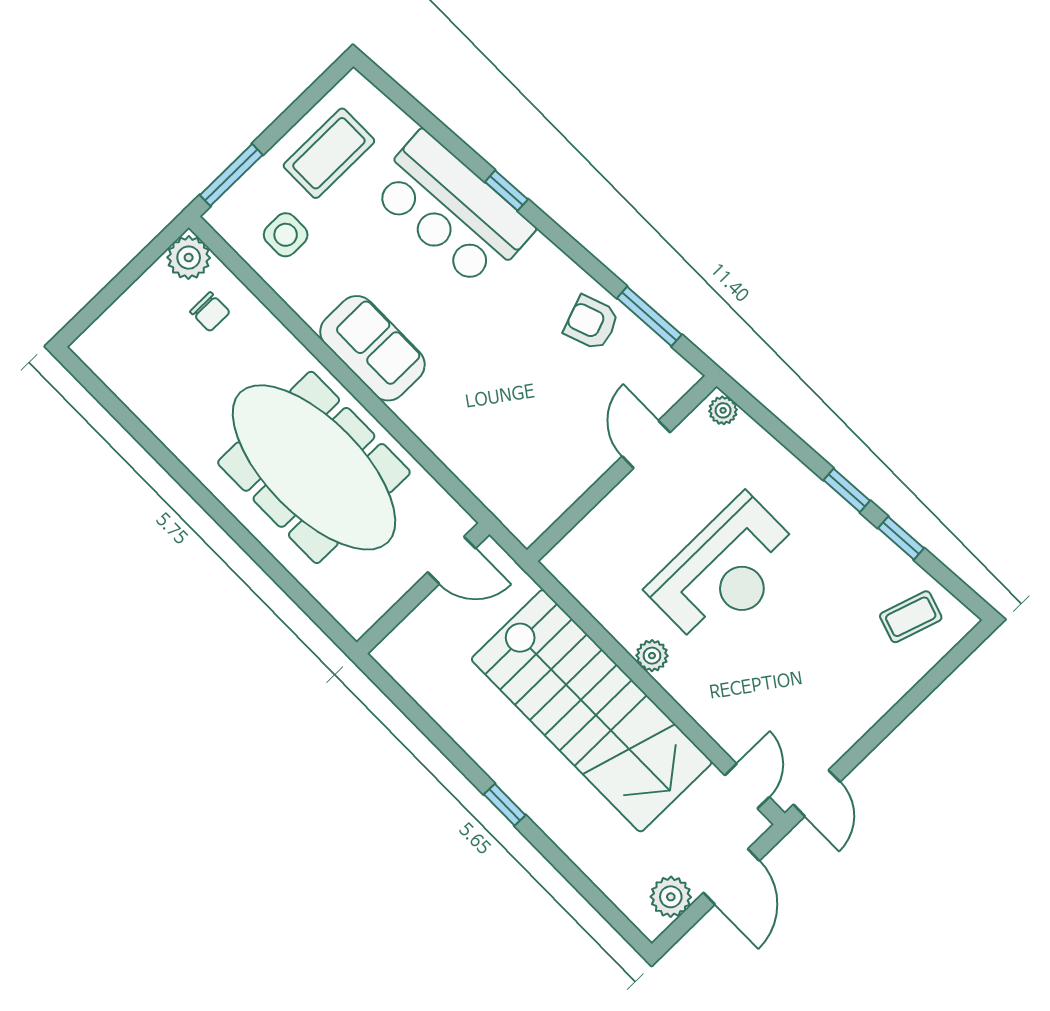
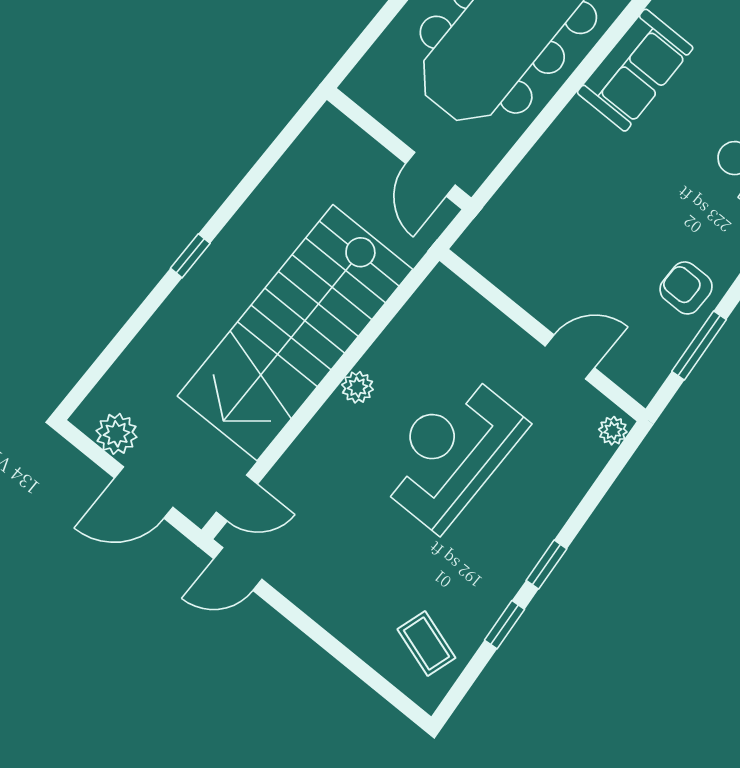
armchair: (591, 323) -> (686, 288), turned -70
reception desk: (725, 572) -> (451, 452), turned 90

